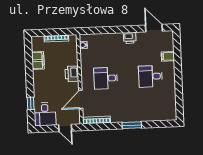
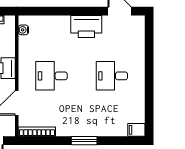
printer: (130, 38) -> (86, 26), width x1.87, depth x1.48
filing cabinet: (168, 56) -> (136, 130), moved

